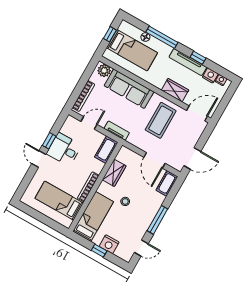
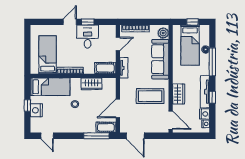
door: (89, 123) -> (118, 44), hinge flipped
window: (157, 220) -> (96, 136), moved

